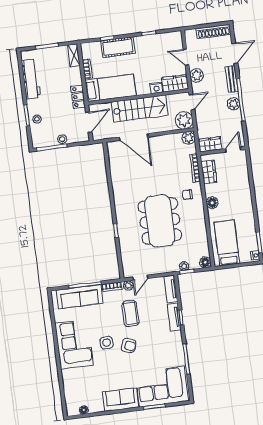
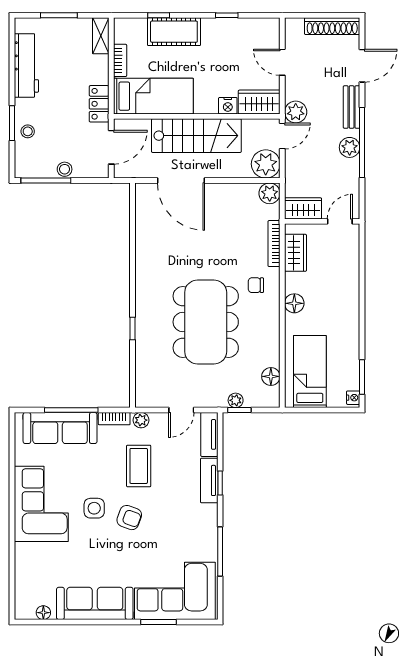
plant: (197, 76) -> (296, 112), moved
floor lamp: (205, 262) -> (271, 376), moved
door: (140, 278) -> (181, 410), moved
sofa: (120, 400) -> (95, 603), width x1.36

